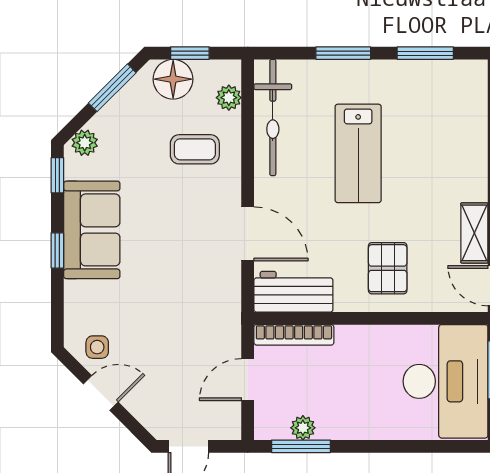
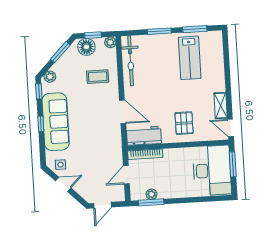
plant: (229, 98) -> (110, 42), moved
lab bench: (358, 153) -> (190, 58), moved
sofa: (92, 230) -> (56, 122), width x1.36

